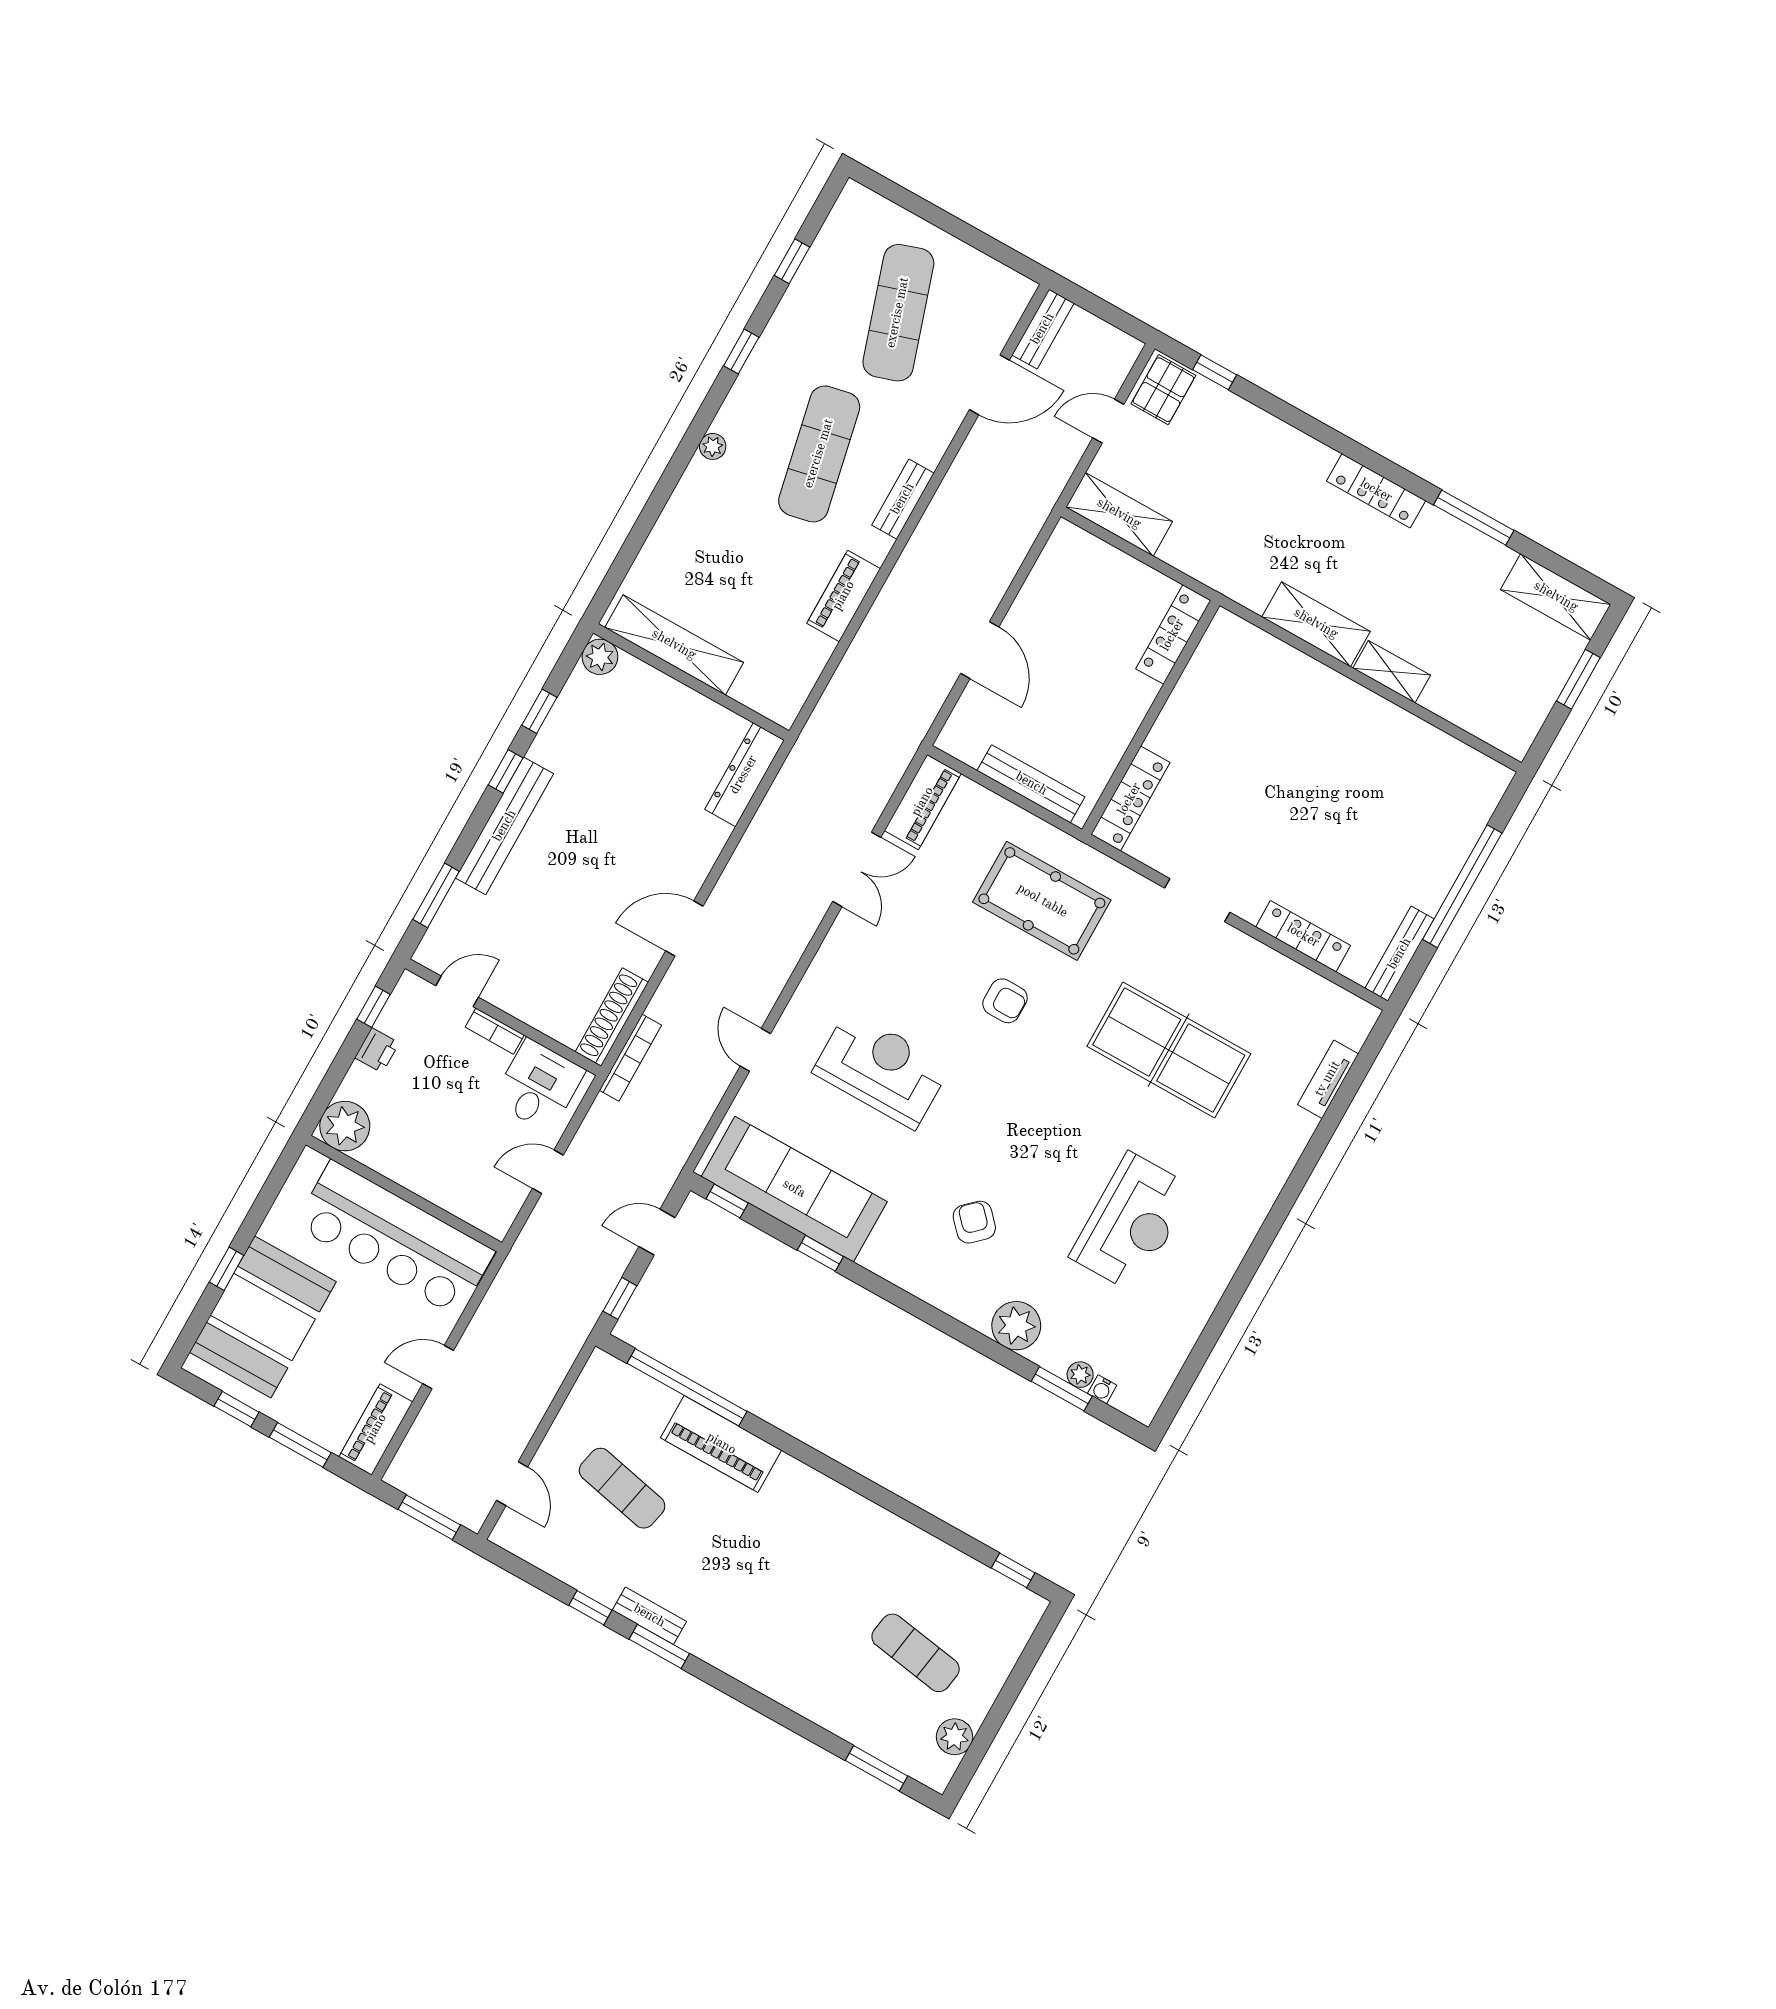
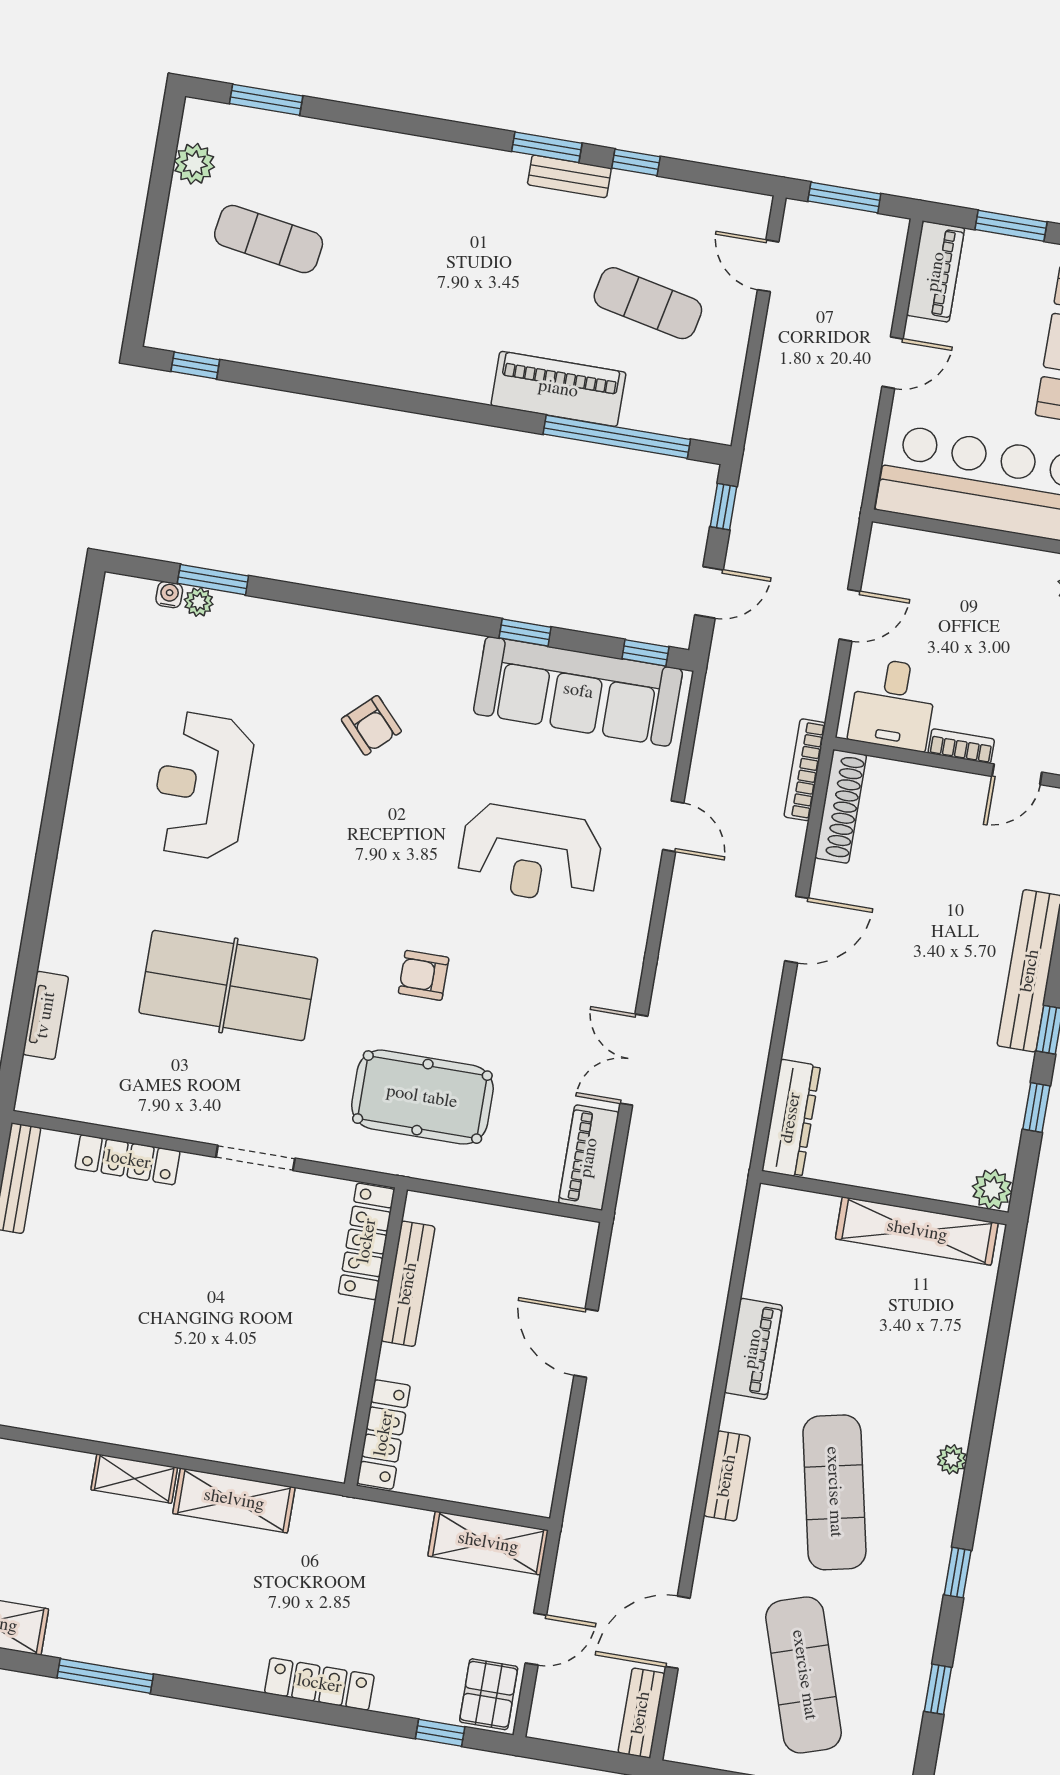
locker: (1376, 491) -> (319, 1684), moved
bench: (1031, 784) -> (408, 1284), moved, turned 90
plant: (1016, 1326) -> (286, 630), removed

